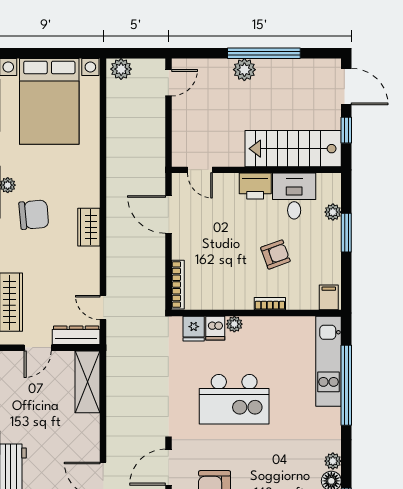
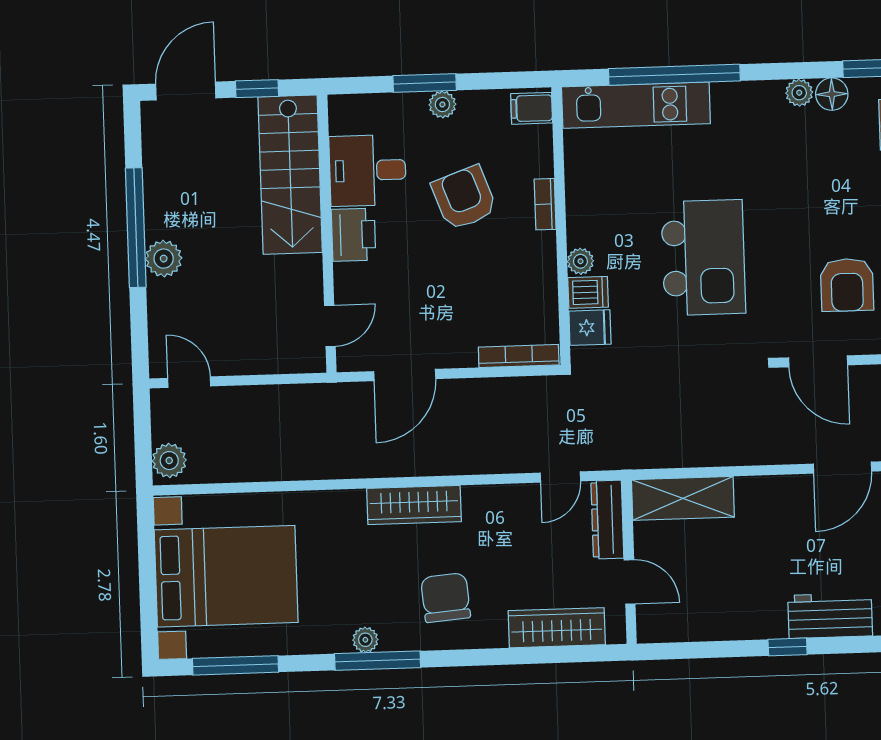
plant: (333, 212) -> (442, 104), moved
chair: (34, 215) -> (446, 598), moved
wardrobe: (89, 227) -> (414, 505), width x1.50
armchair: (275, 254) -> (464, 198), width x1.38, depth x1.38

